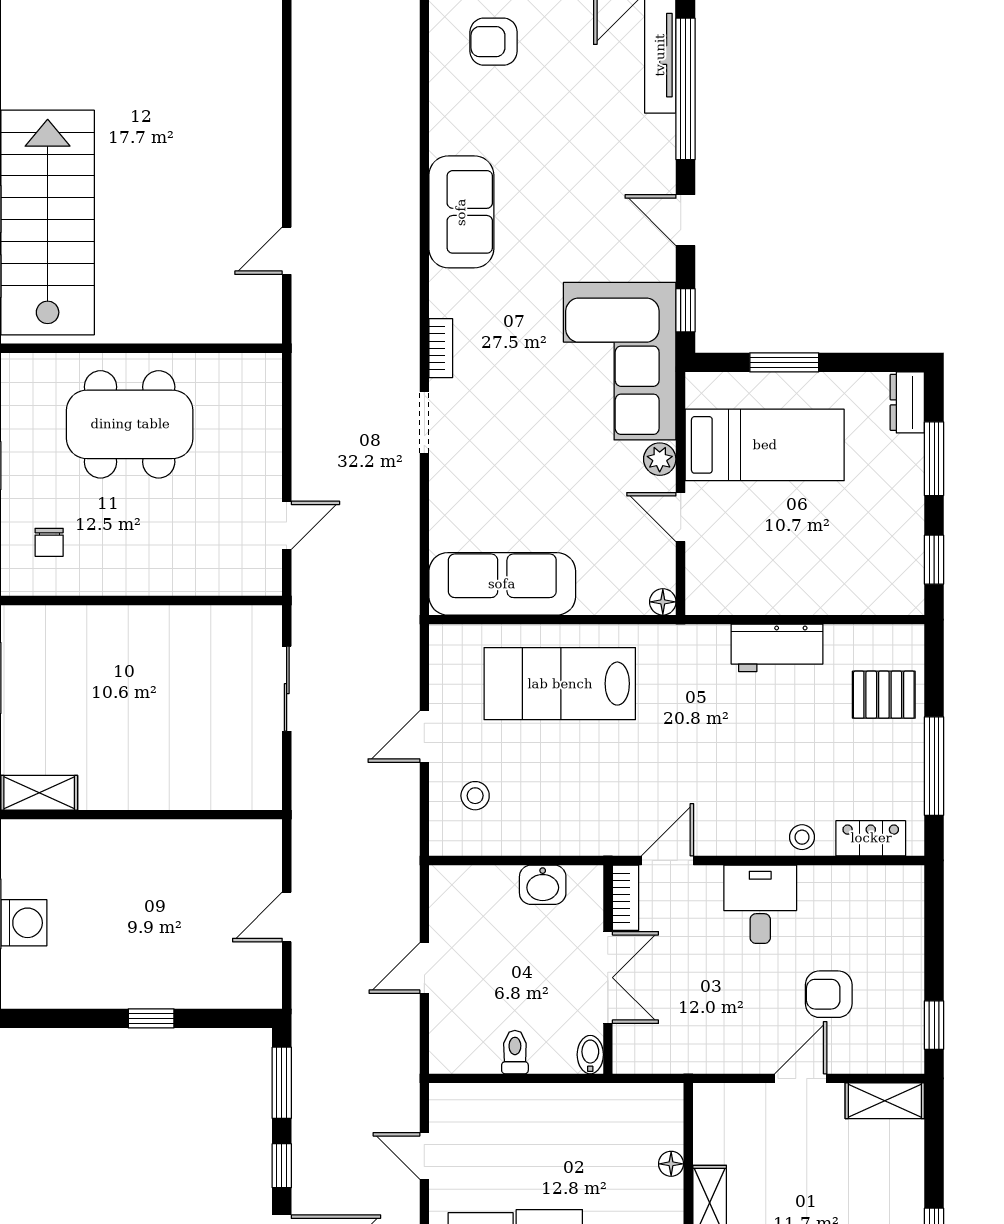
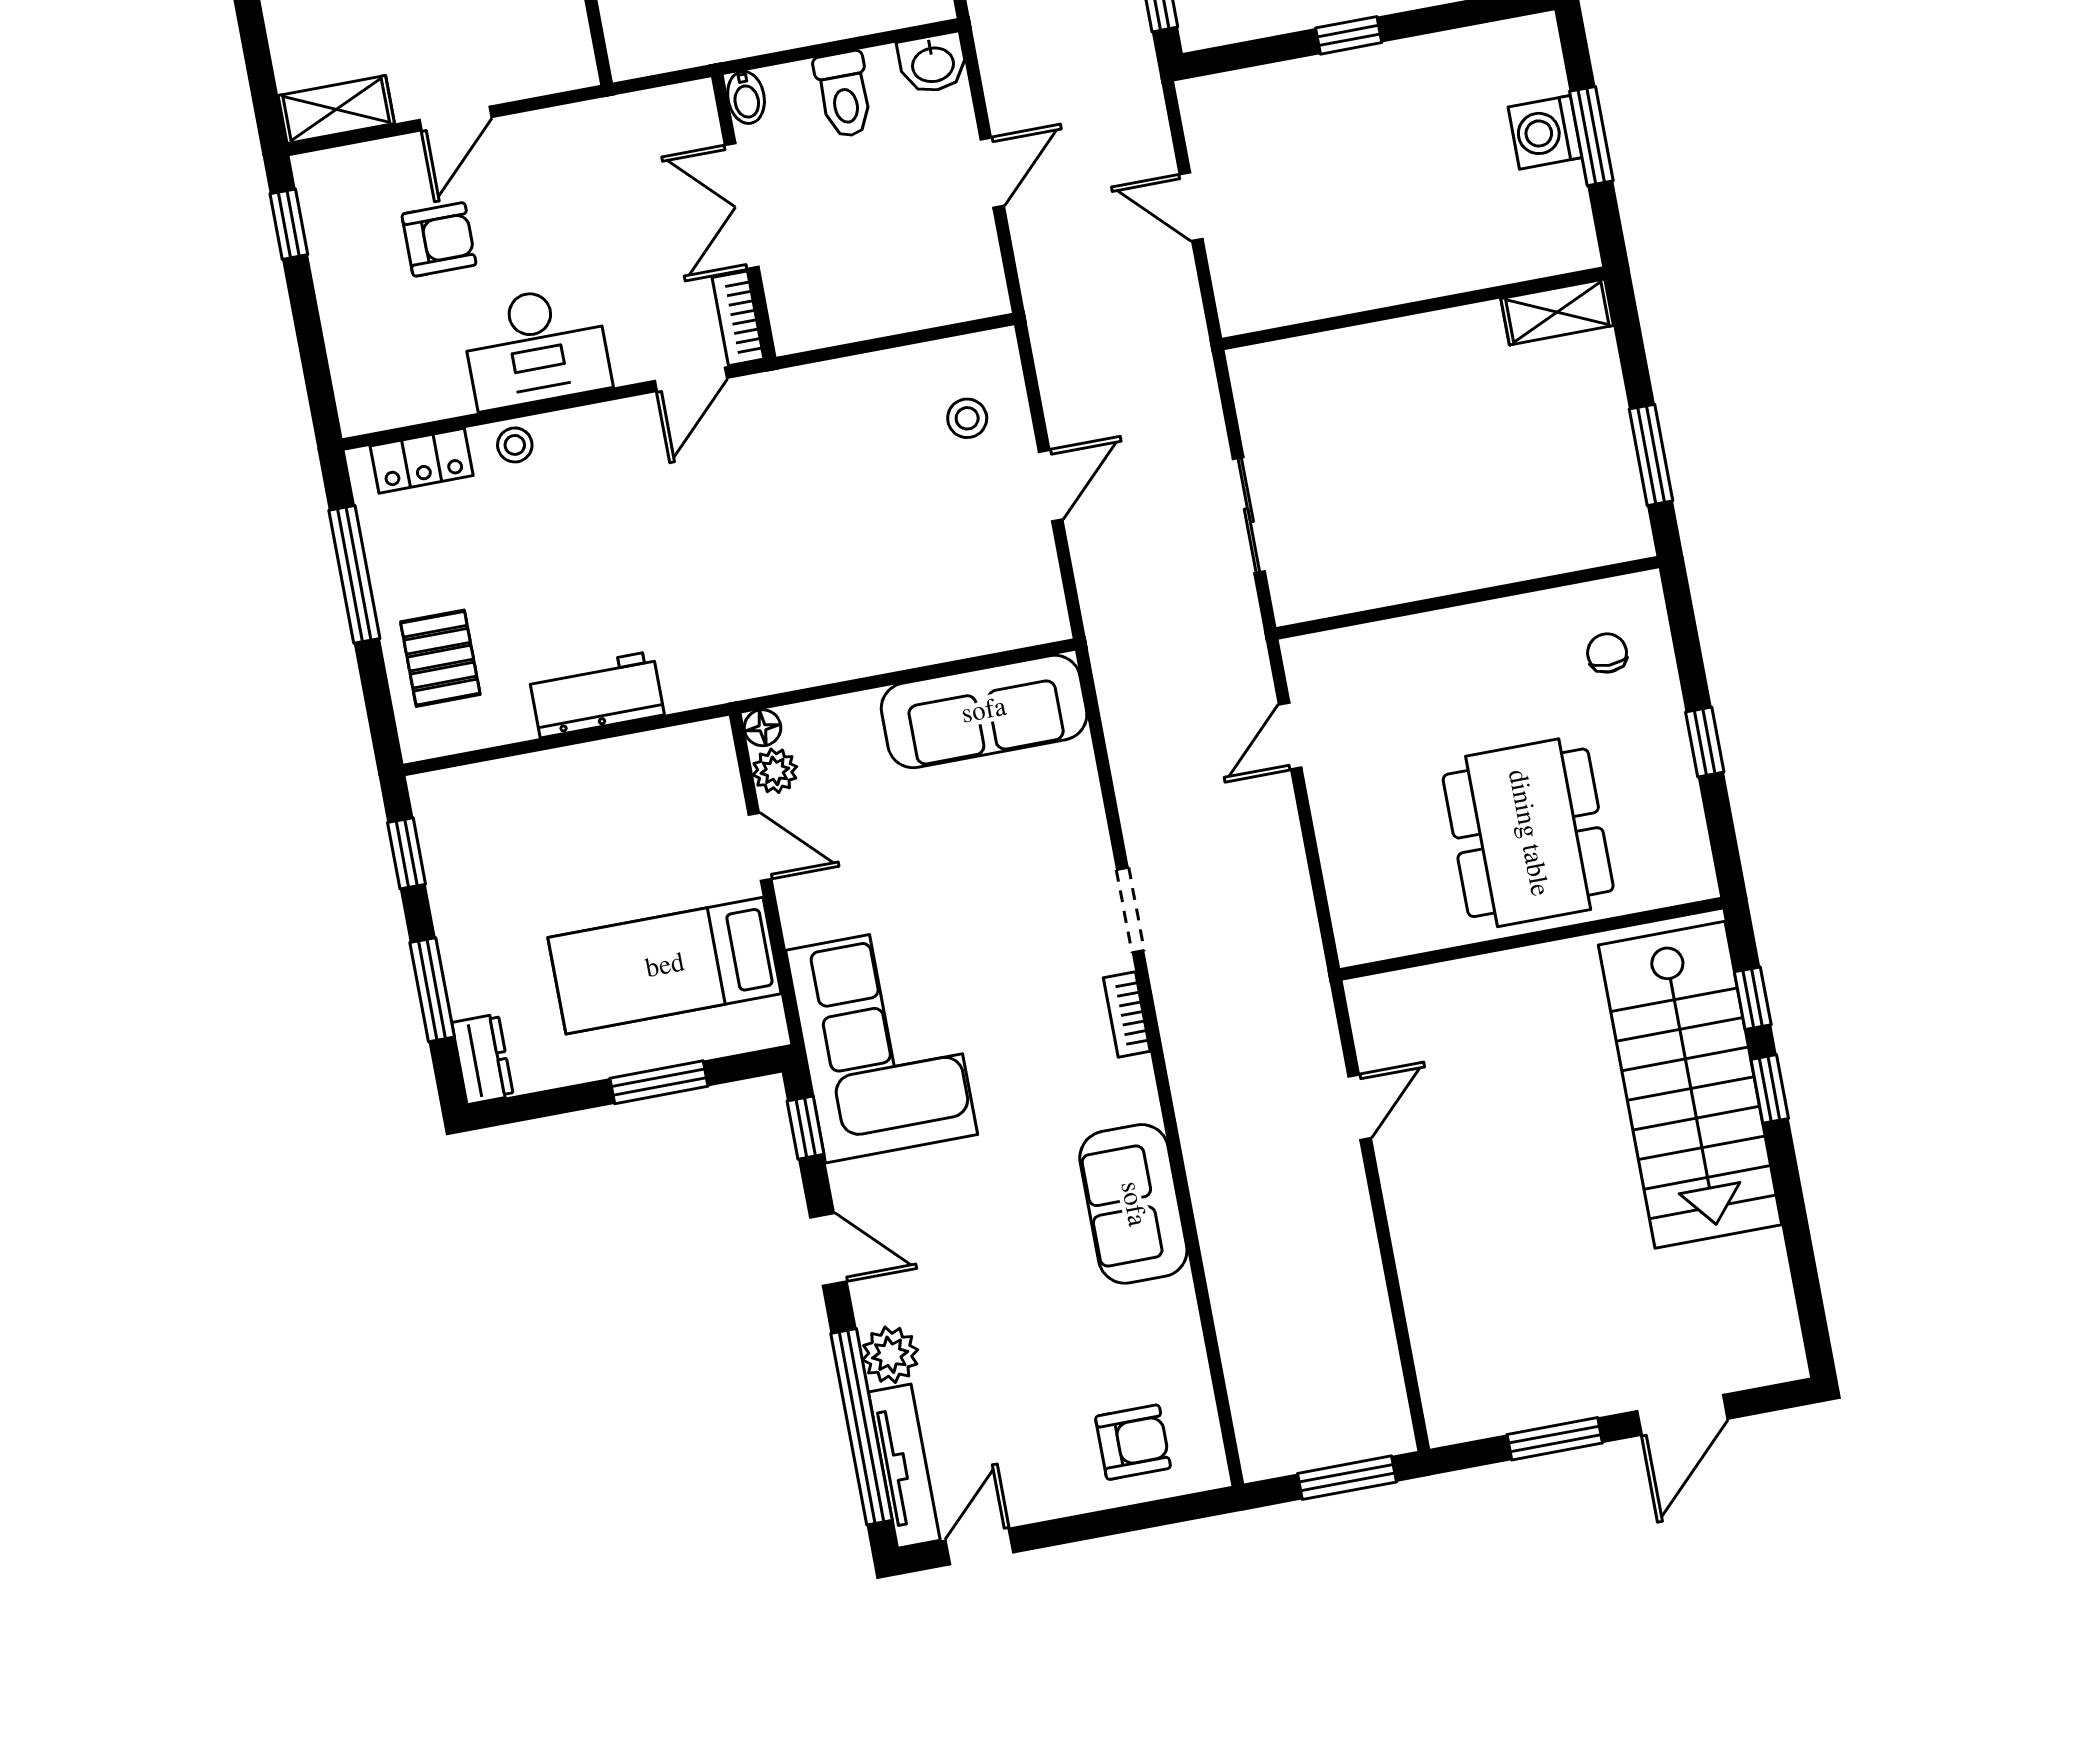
plant: (655, 137) -> (890, 1355), added
dining table: (130, 424) -> (1528, 833), turned 90
plant: (660, 459) -> (775, 771), moved
lab bench: (560, 684) -> (881, 591), removed
pallet: (884, 695) -> (440, 658), turned 90
washbasin: (543, 885) -> (933, 63), moved, turned 180
desk: (760, 904) -> (536, 347), width x1.37
door: (287, 917) -> (1191, 207), swing flipped
toilet: (515, 1052) -> (844, 94), width x1.37, depth x1.39

